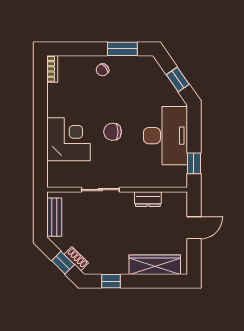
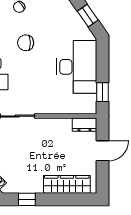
chair: (113, 132) -> (26, 43), moved
dresser: (148, 199) -> (84, 125), moved

